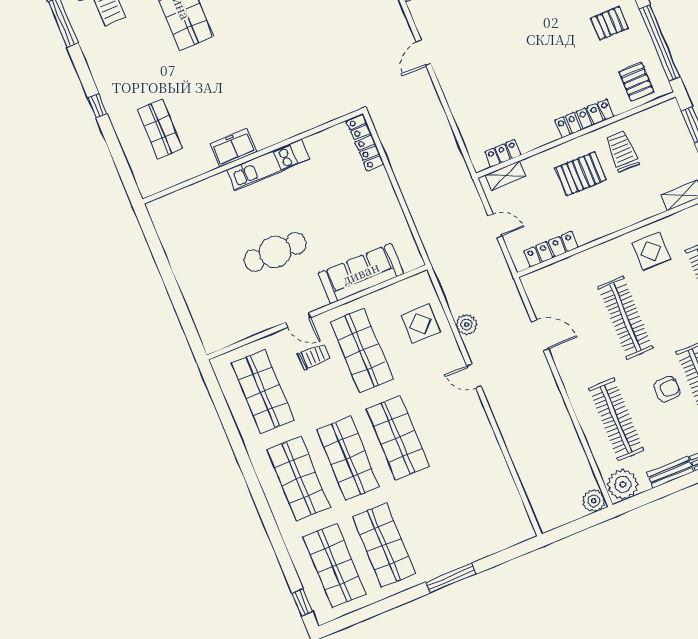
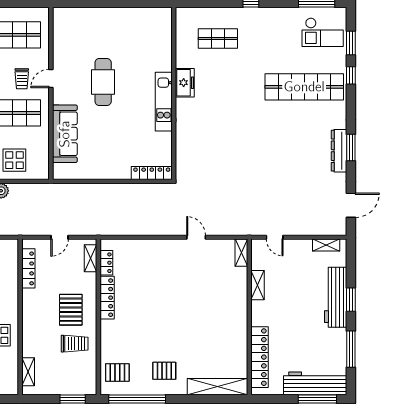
pallet: (610, 23) -> (164, 371), turned 90
locker: (584, 119) -> (107, 298), moved

